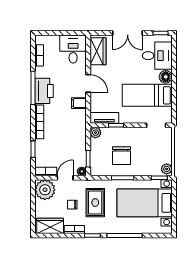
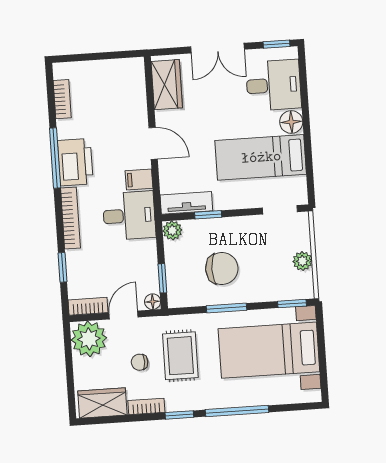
desk: (73, 49) -> (129, 216), moved, turned 90
chair: (122, 156) -> (222, 268), turned -90
plant: (167, 169) -> (302, 261), moved

